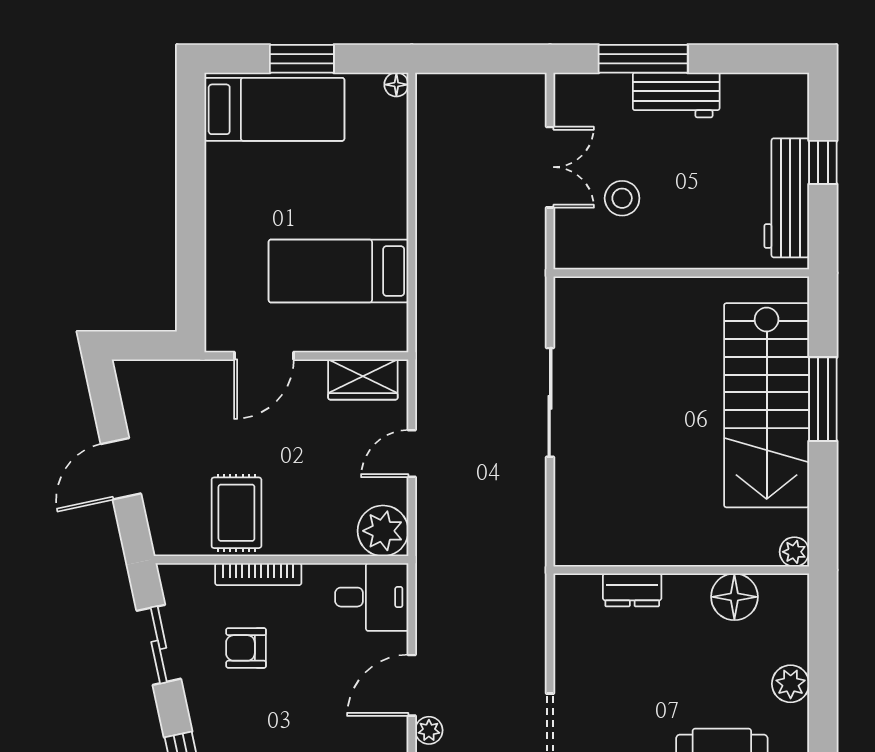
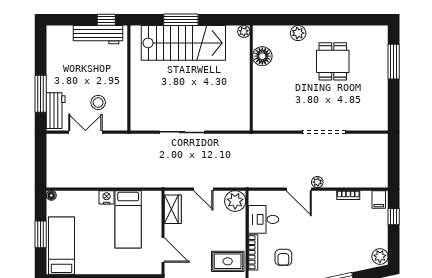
workbench: (676, 95) -> (56, 111), moved
window: (823, 162) -> (106, 20), moved
nightstand: (392, 219) -> (107, 197), added
dresser: (632, 590) -> (259, 98), removed
desk: (372, 597) -> (263, 219), moved, turned -90

